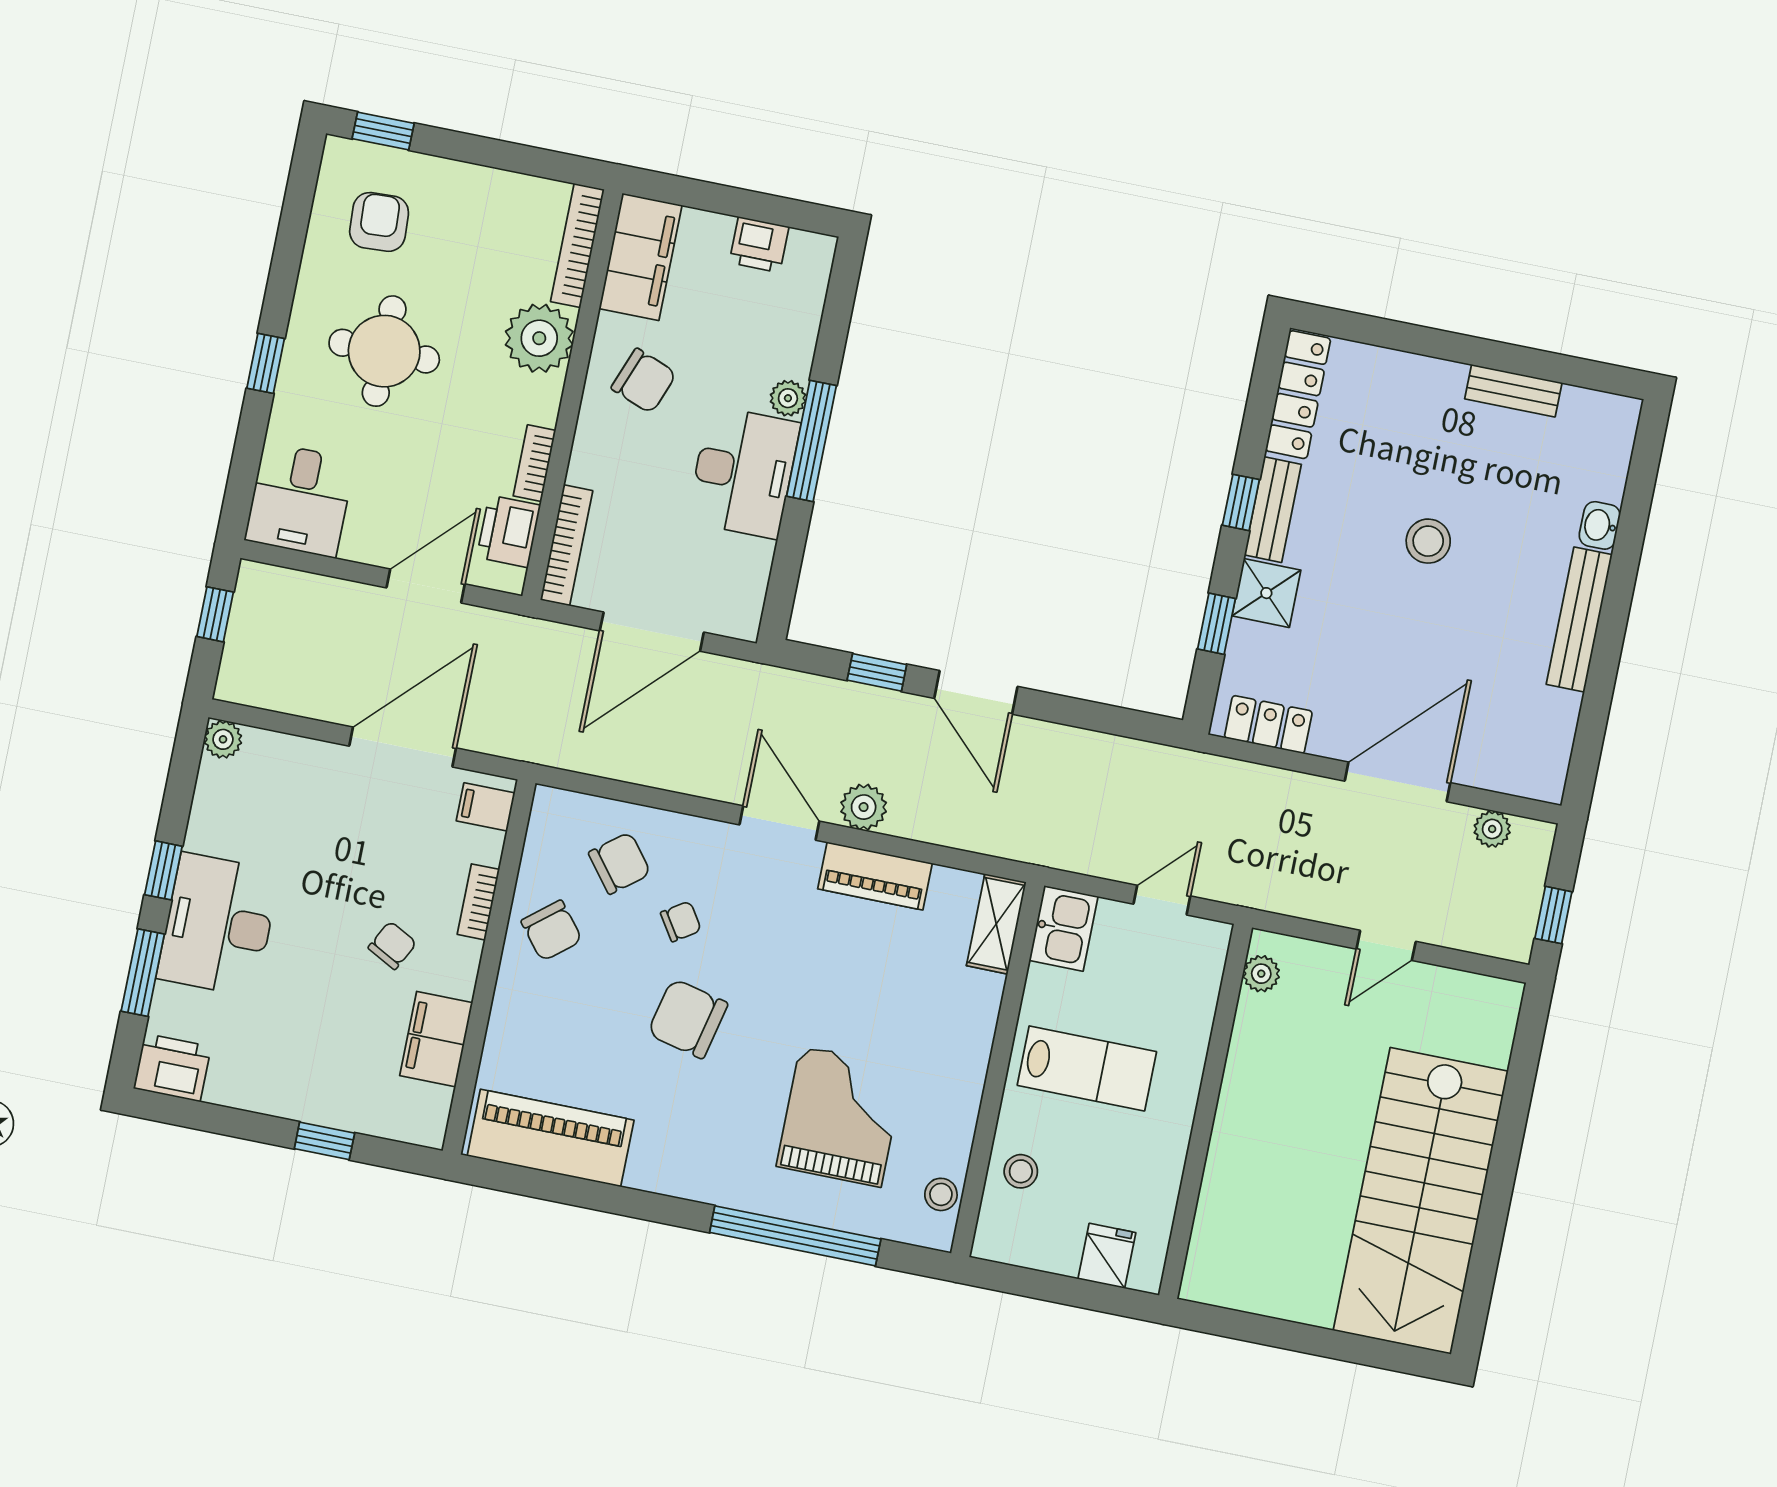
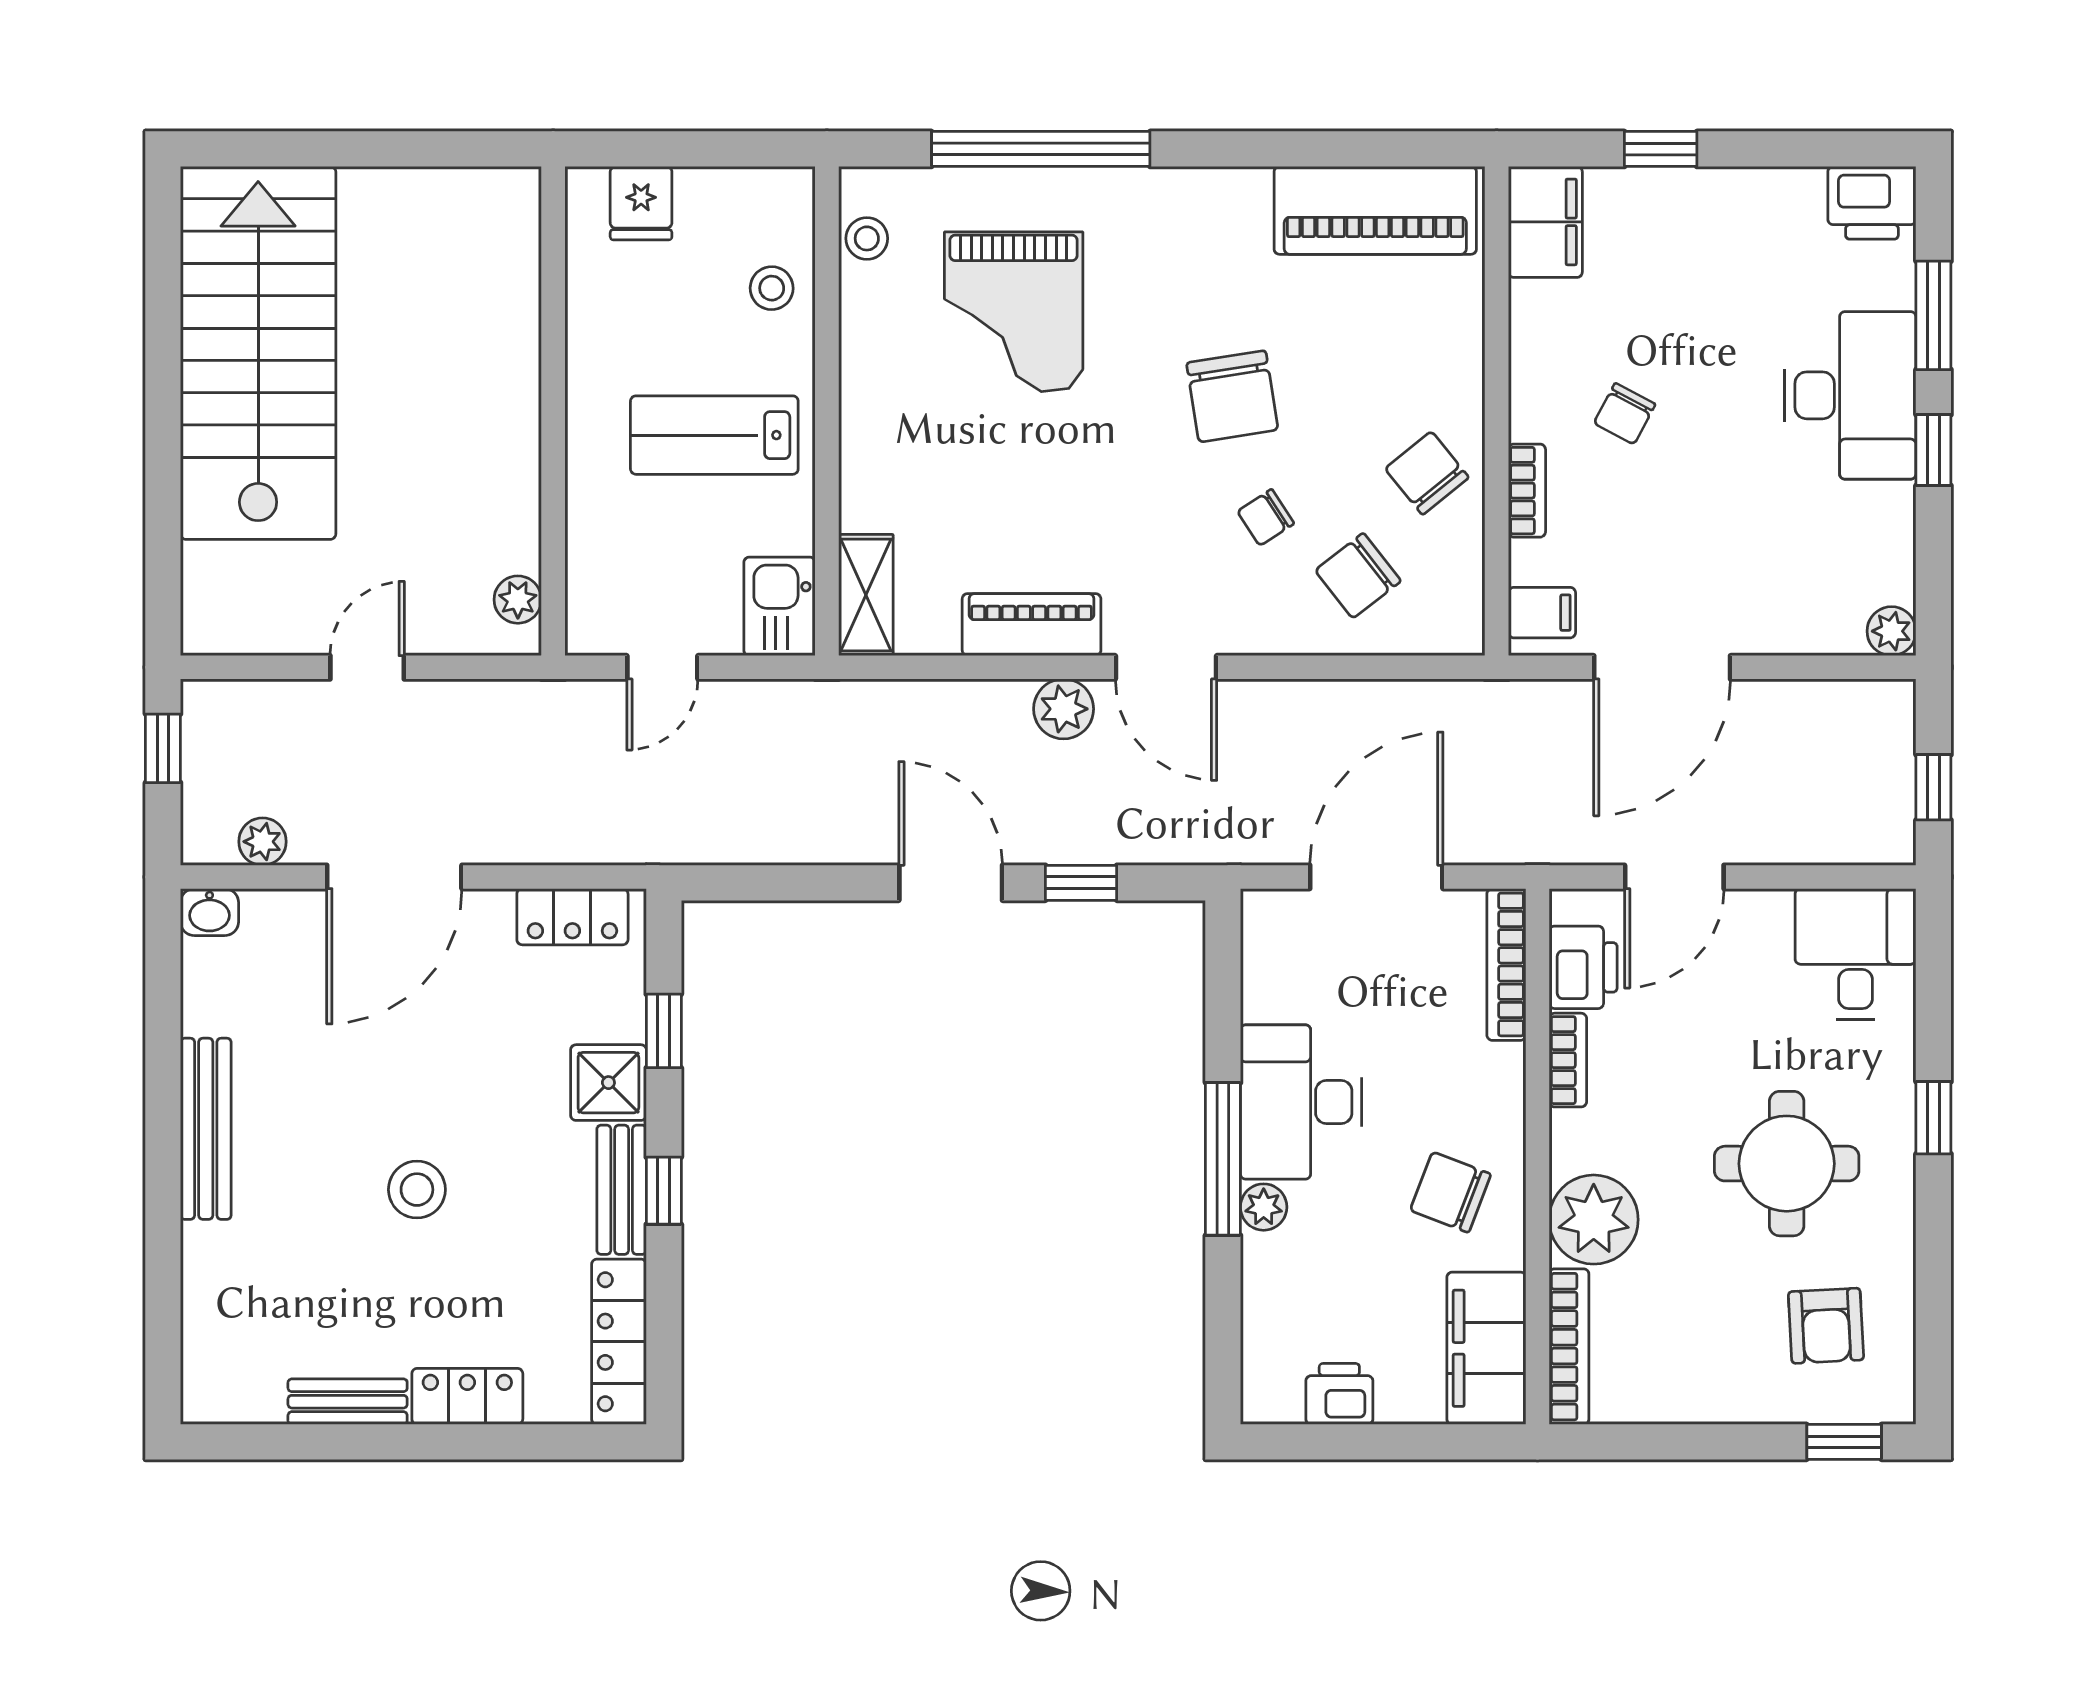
locker: (1422, 376) -> (467, 1396), added
washbasin: (1600, 525) -> (209, 912), moved, turned 90
chair: (688, 1019) -> (1232, 396), turned 68
filing cabinet: (436, 1039) -> (1545, 222), moved

